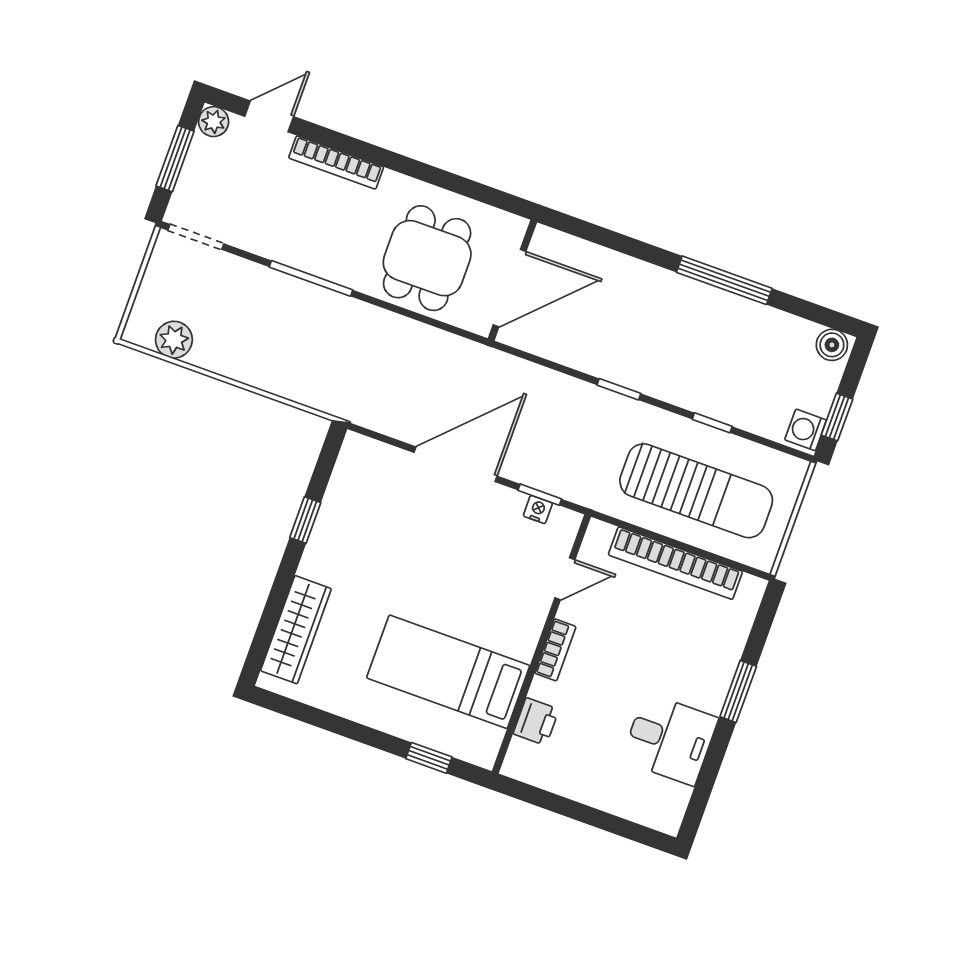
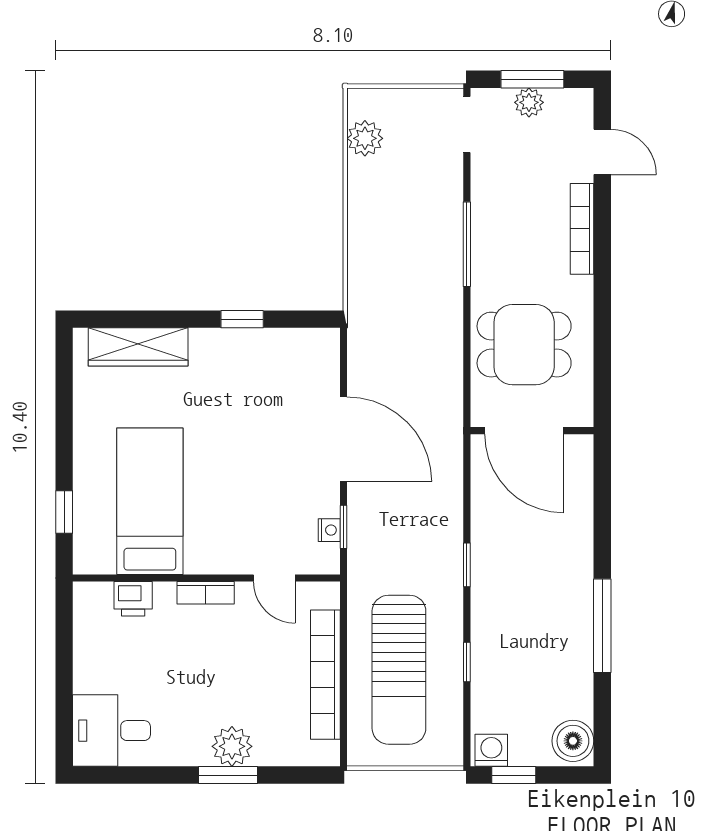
plant: (214, 122) -> (529, 102), moved
boiler: (832, 345) -> (573, 741), width x1.36, depth x1.36
plant: (712, 678) -> (232, 746), added
desk: (670, 739) -> (111, 731), moved, turned 90

